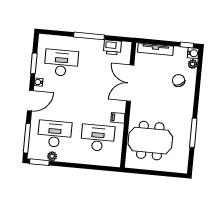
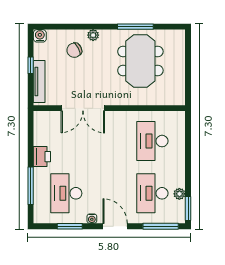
window: (89, 36) -> (31, 186), moved
window: (187, 45) -> (31, 65), moved
printer: (112, 47) -> (42, 157), moved
plant: (193, 64) -> (93, 35), moved
filing cabinet: (118, 118) -> (126, 119), removed
meeting table: (150, 141) -> (140, 61), moved

